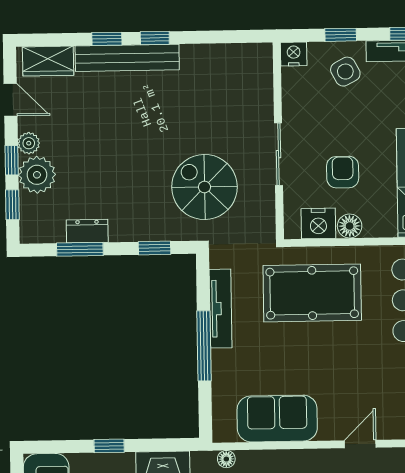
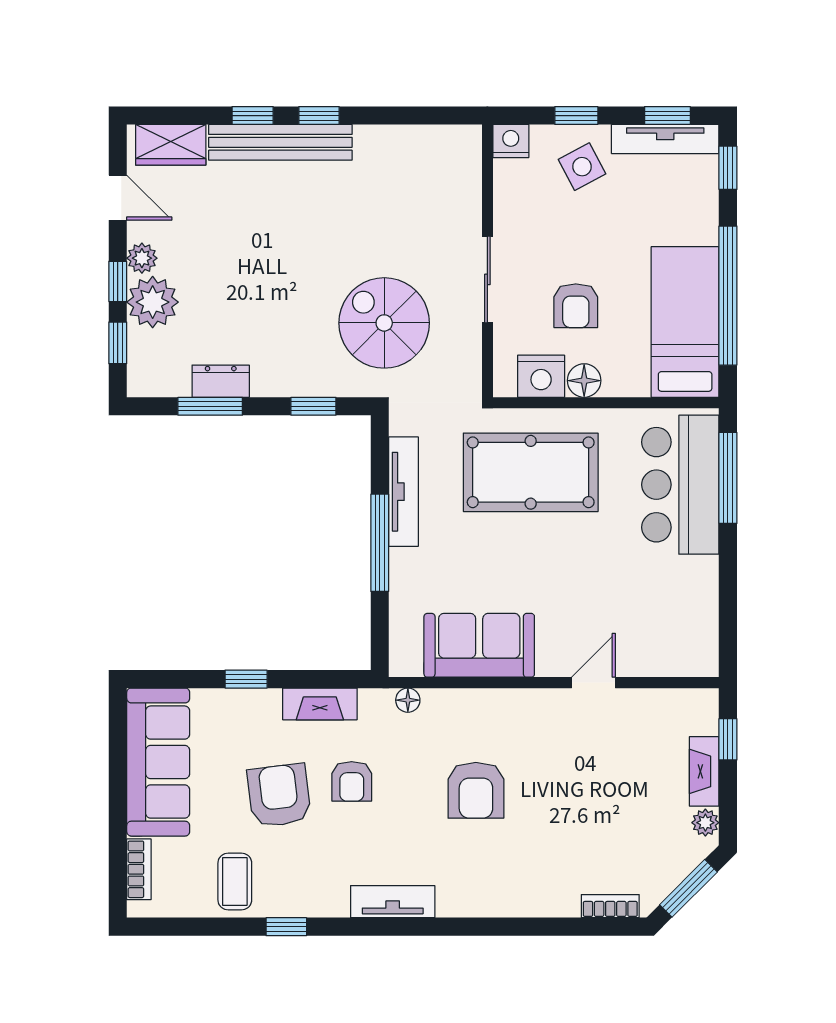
armchair: (343, 172) -> (576, 306), turned 180

